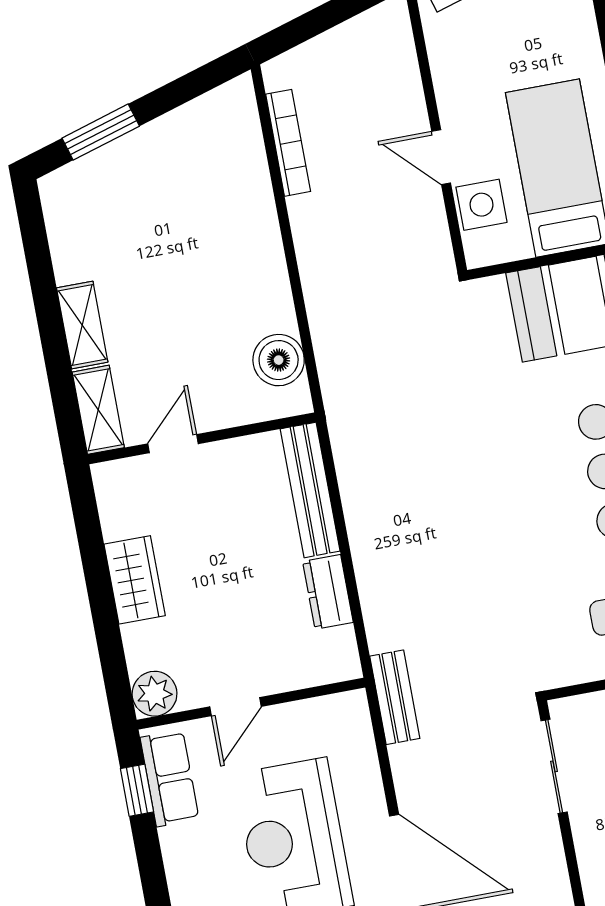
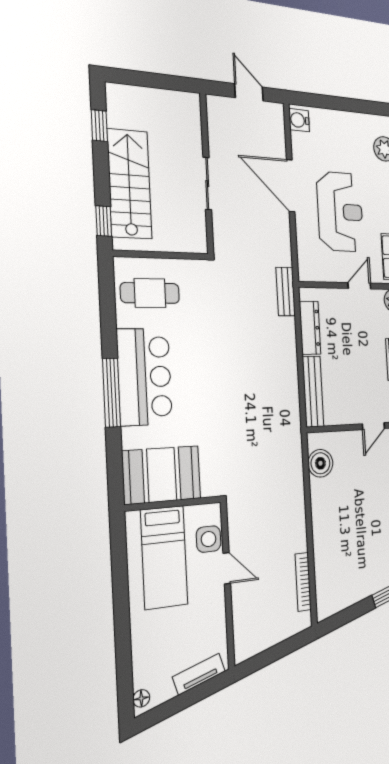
dresser: (328, 592) -> (310, 328), width x1.44
bench: (395, 697) -> (286, 292), moved
sliding door: (554, 766) -> (207, 184), moved

